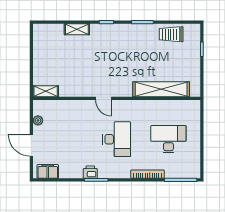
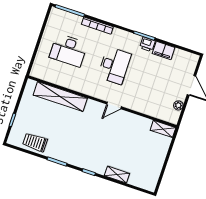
trolley: (171, 34) -> (35, 142), turned 180
door: (103, 98) -> (114, 105), swing flipped
desk: (117, 139) -> (114, 66), turned 180
filing cabinet: (48, 171) -> (164, 50), moved

